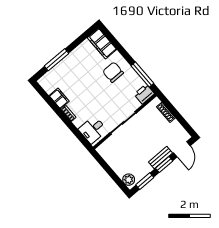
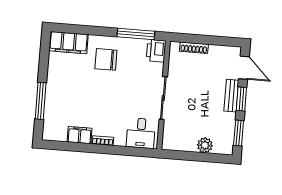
plant: (129, 180) -> (205, 145), moved

